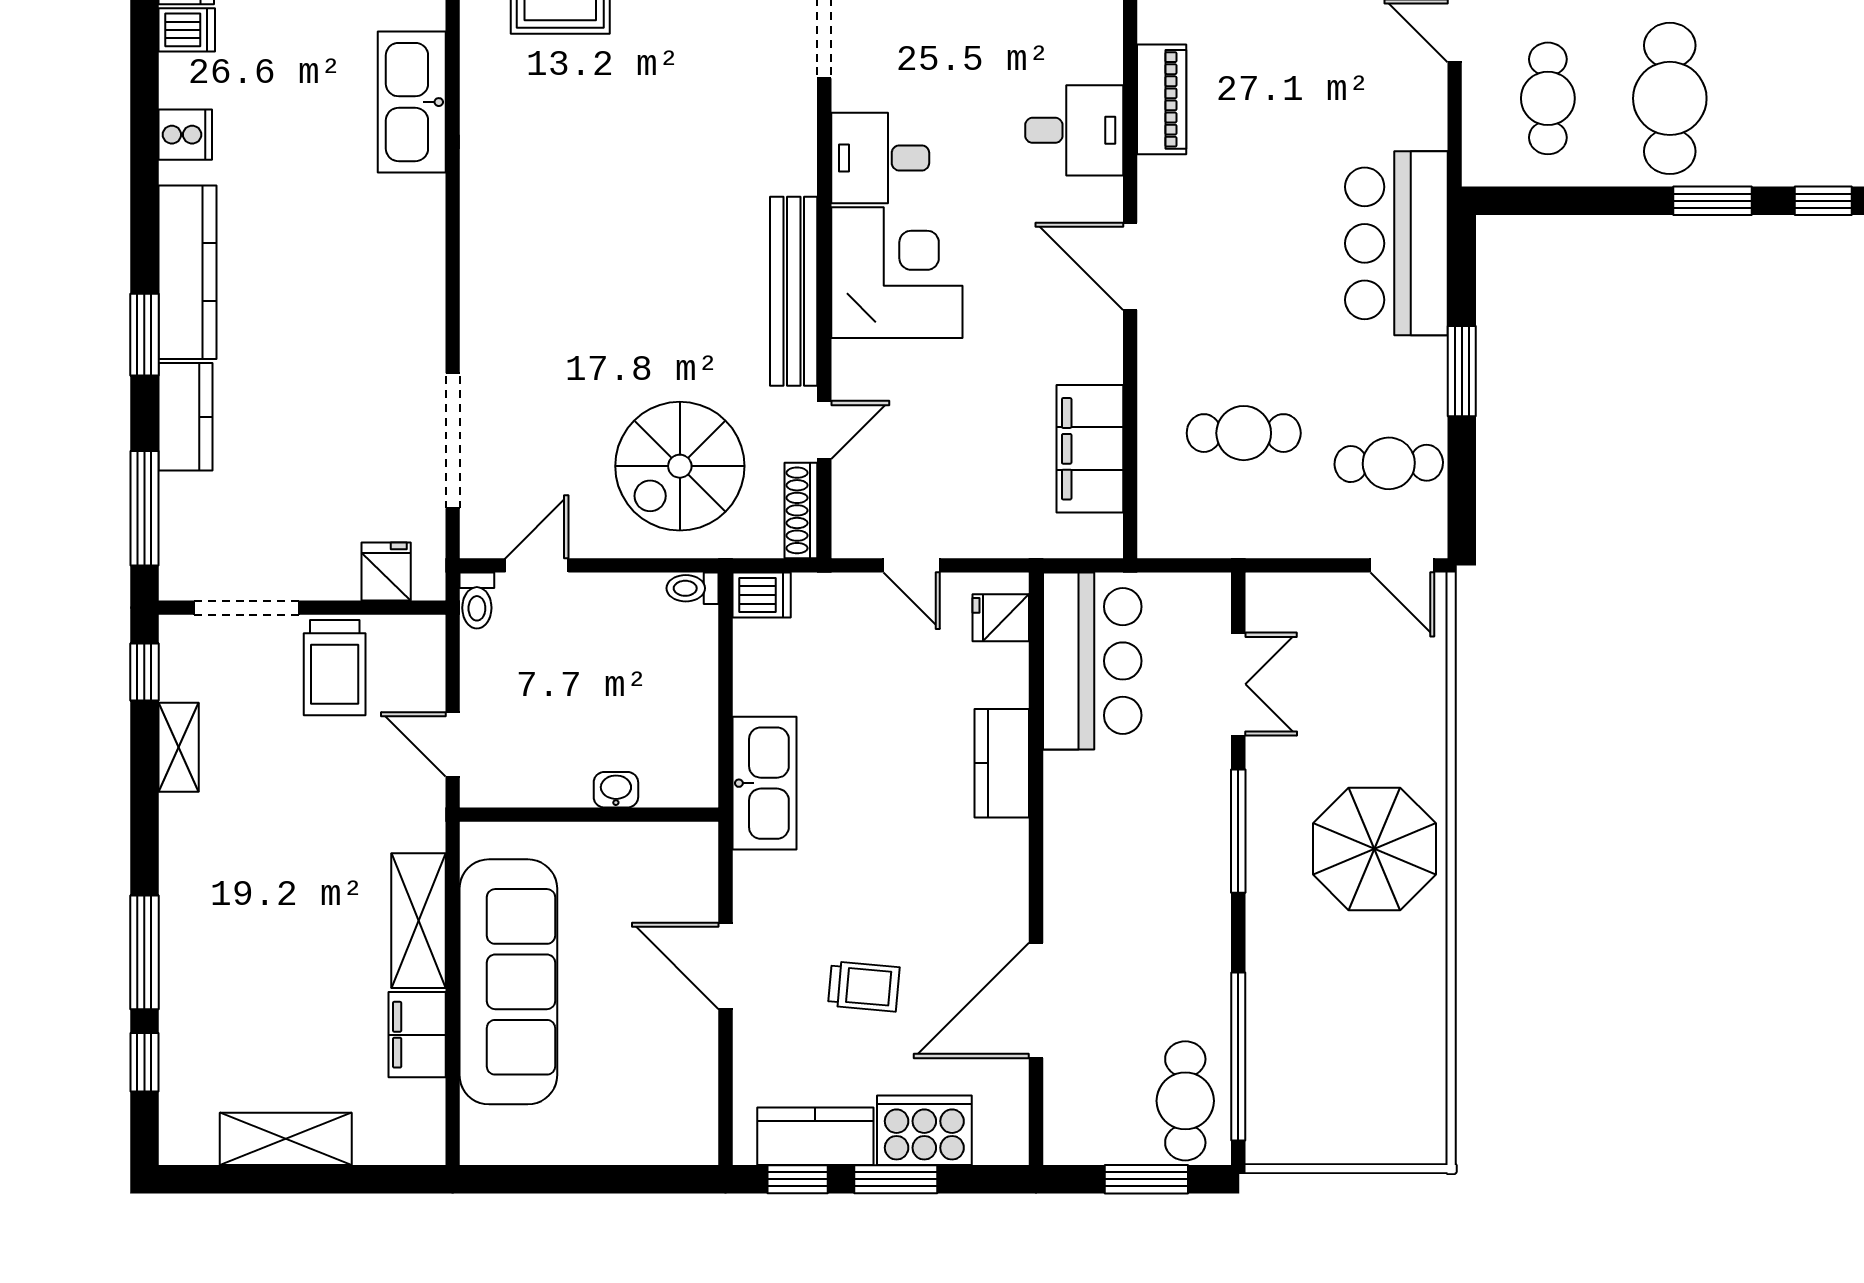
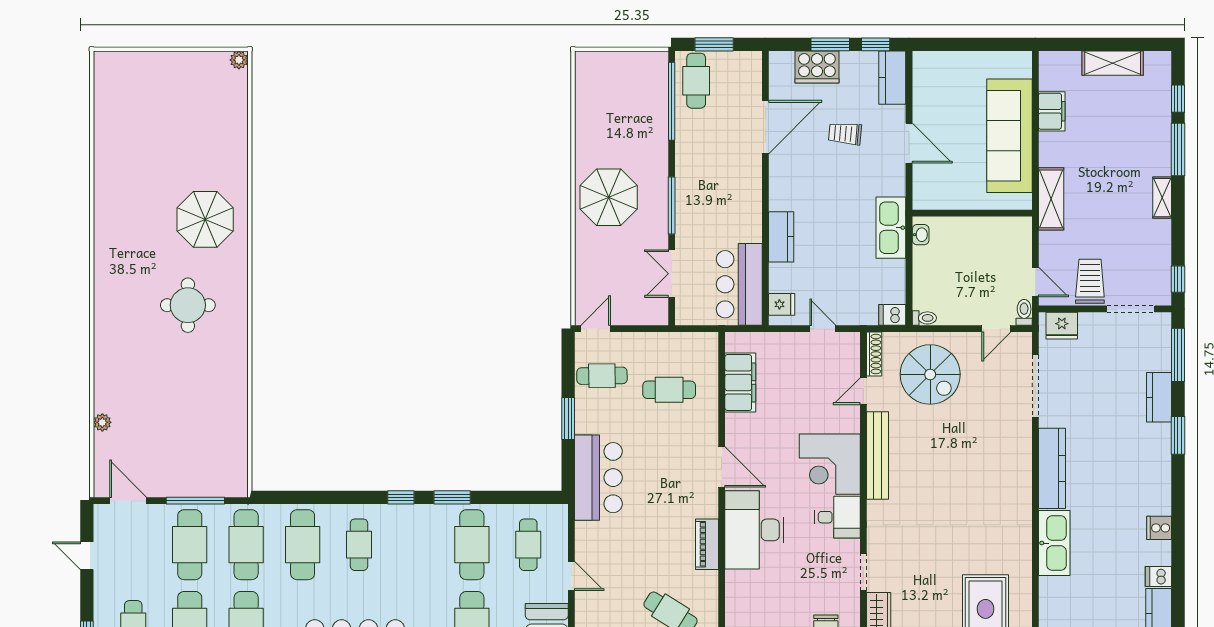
desk: (1074, 130) -> (754, 530), width x1.87, depth x1.30
kitchen counter: (188, 272) -> (1052, 468), moved, turned 180
spiral stairs: (680, 466) -> (930, 374), turned 90
door: (1402, 565) -> (596, 329), hinge flipped
fridge: (386, 571) -> (1062, 326), width x1.38
door: (453, 744) -> (1035, 282), moved
shelving: (179, 747) -> (1162, 198), moved
washbasin: (616, 790) -> (921, 235), moved, turned -90
shelving: (418, 921) -> (1051, 199), moved
kitchen counter: (815, 1136) -> (892, 78), moved, turned 90

